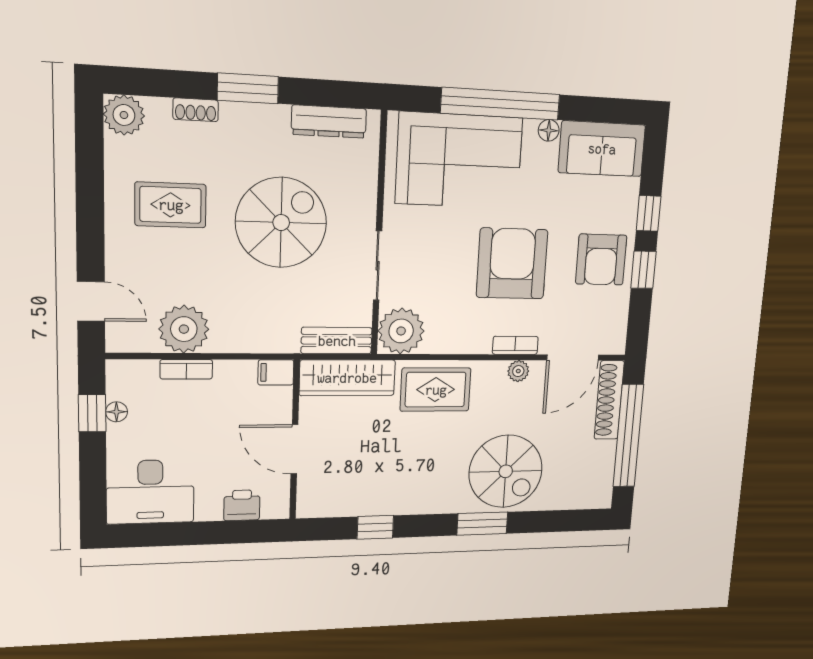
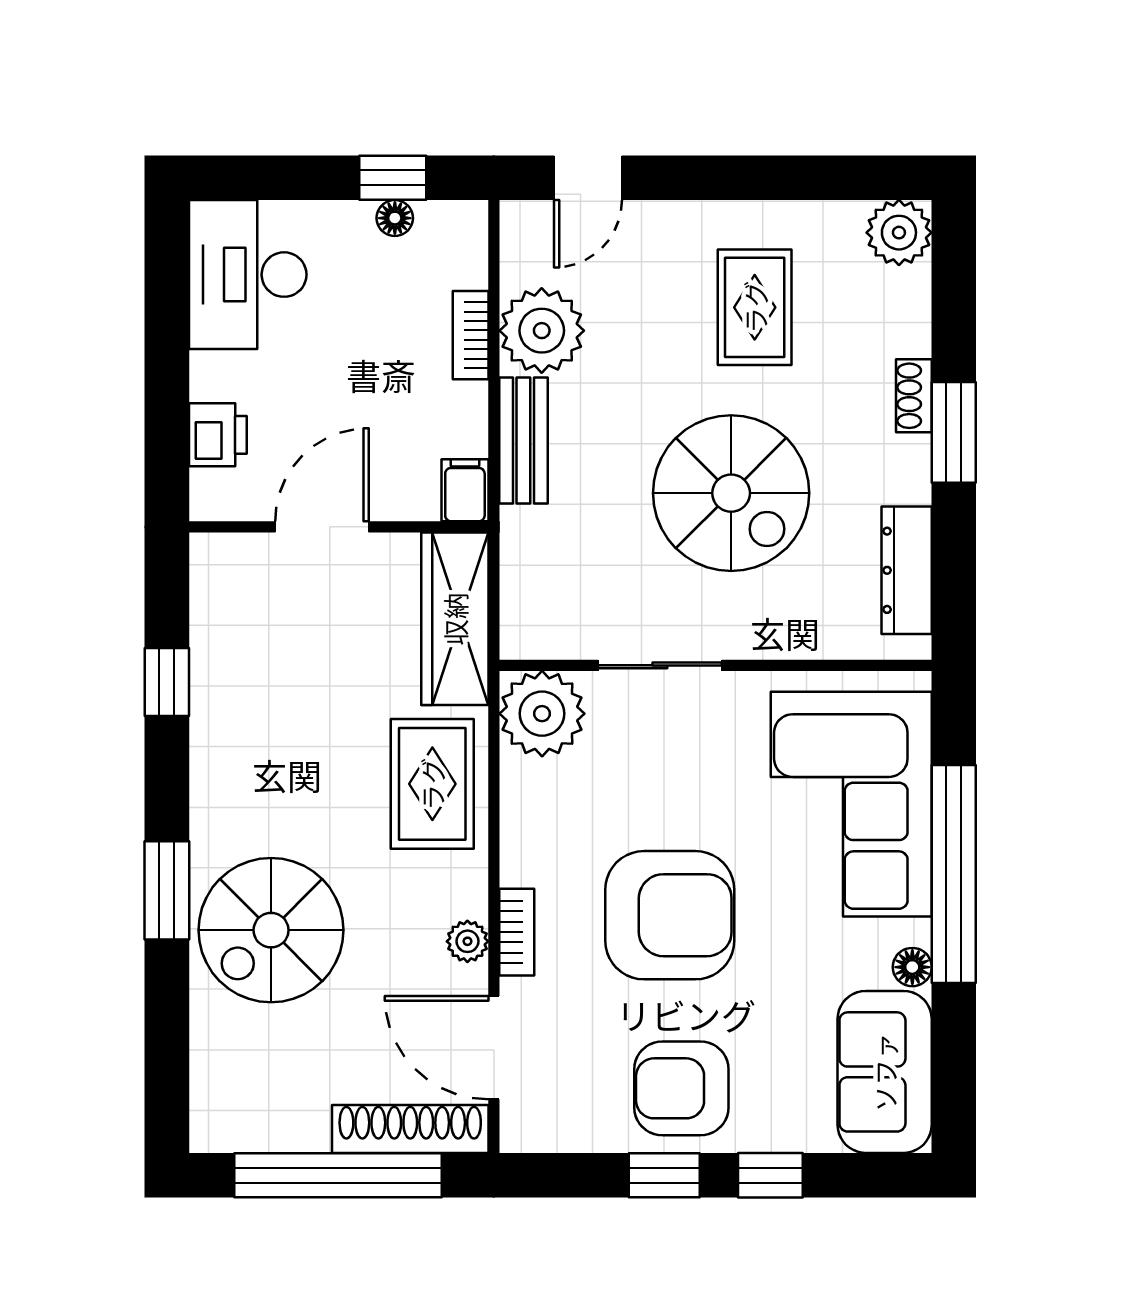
shoe rack: (196, 110) -> (914, 396), moved
bench: (337, 341) -> (523, 441), moved

